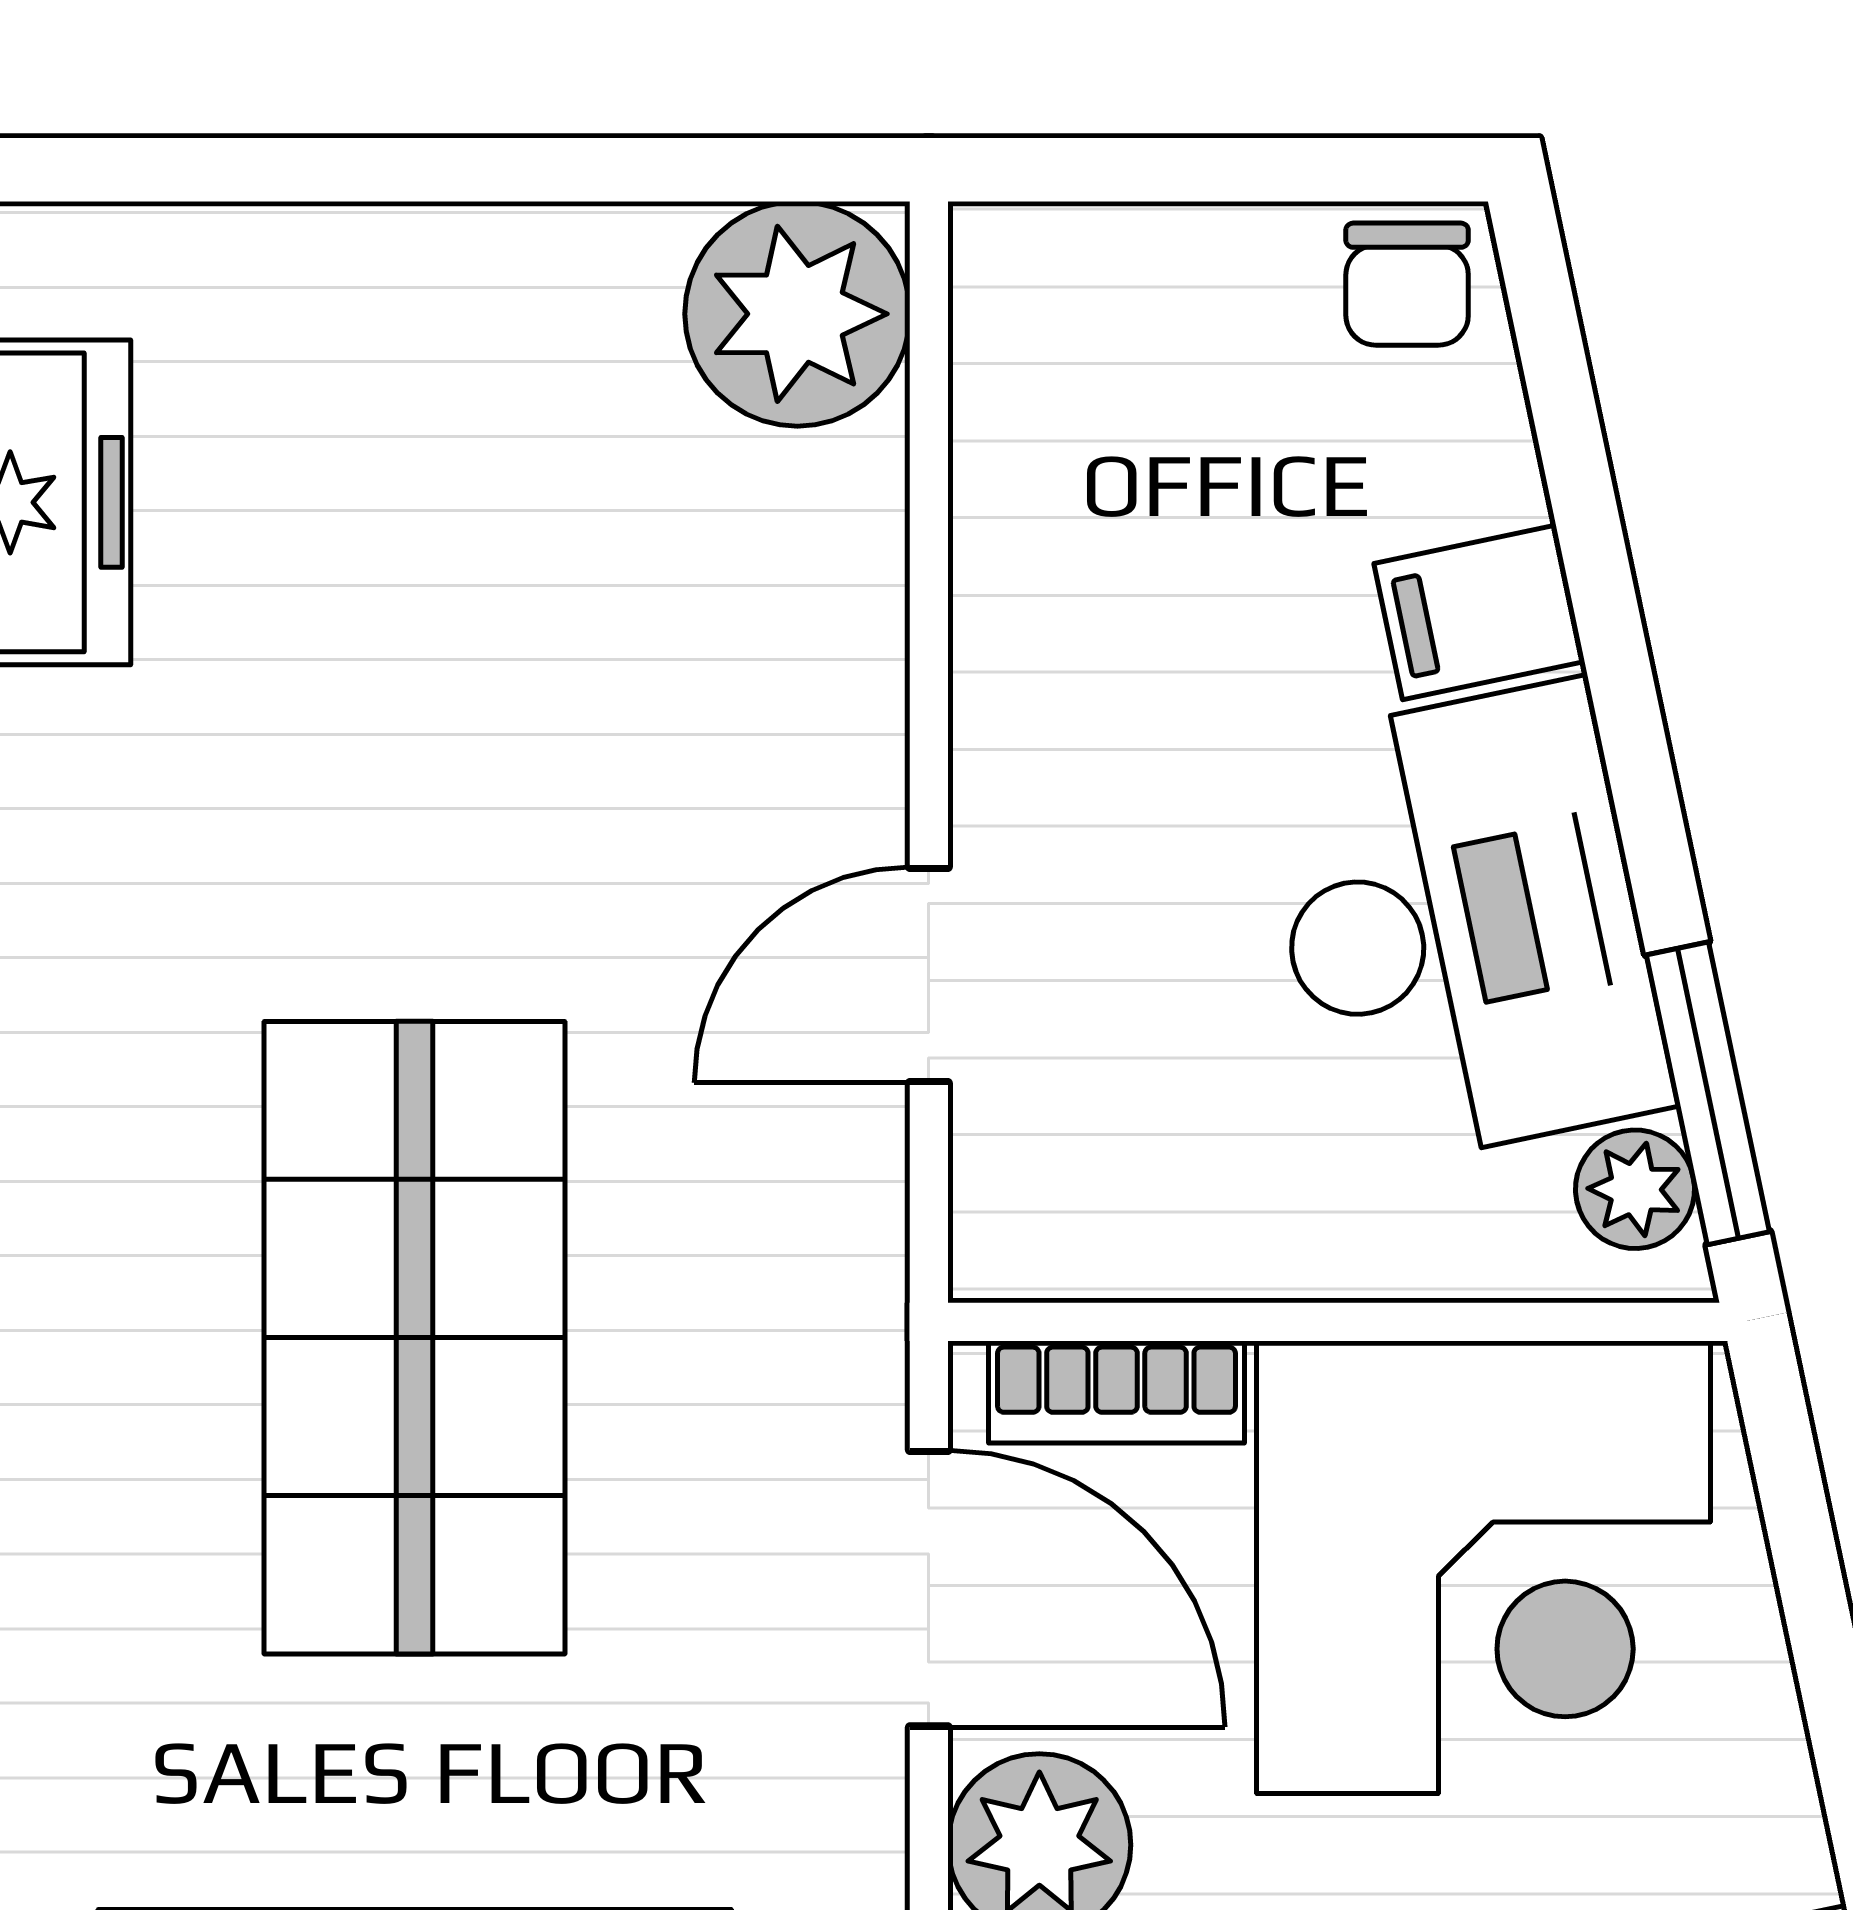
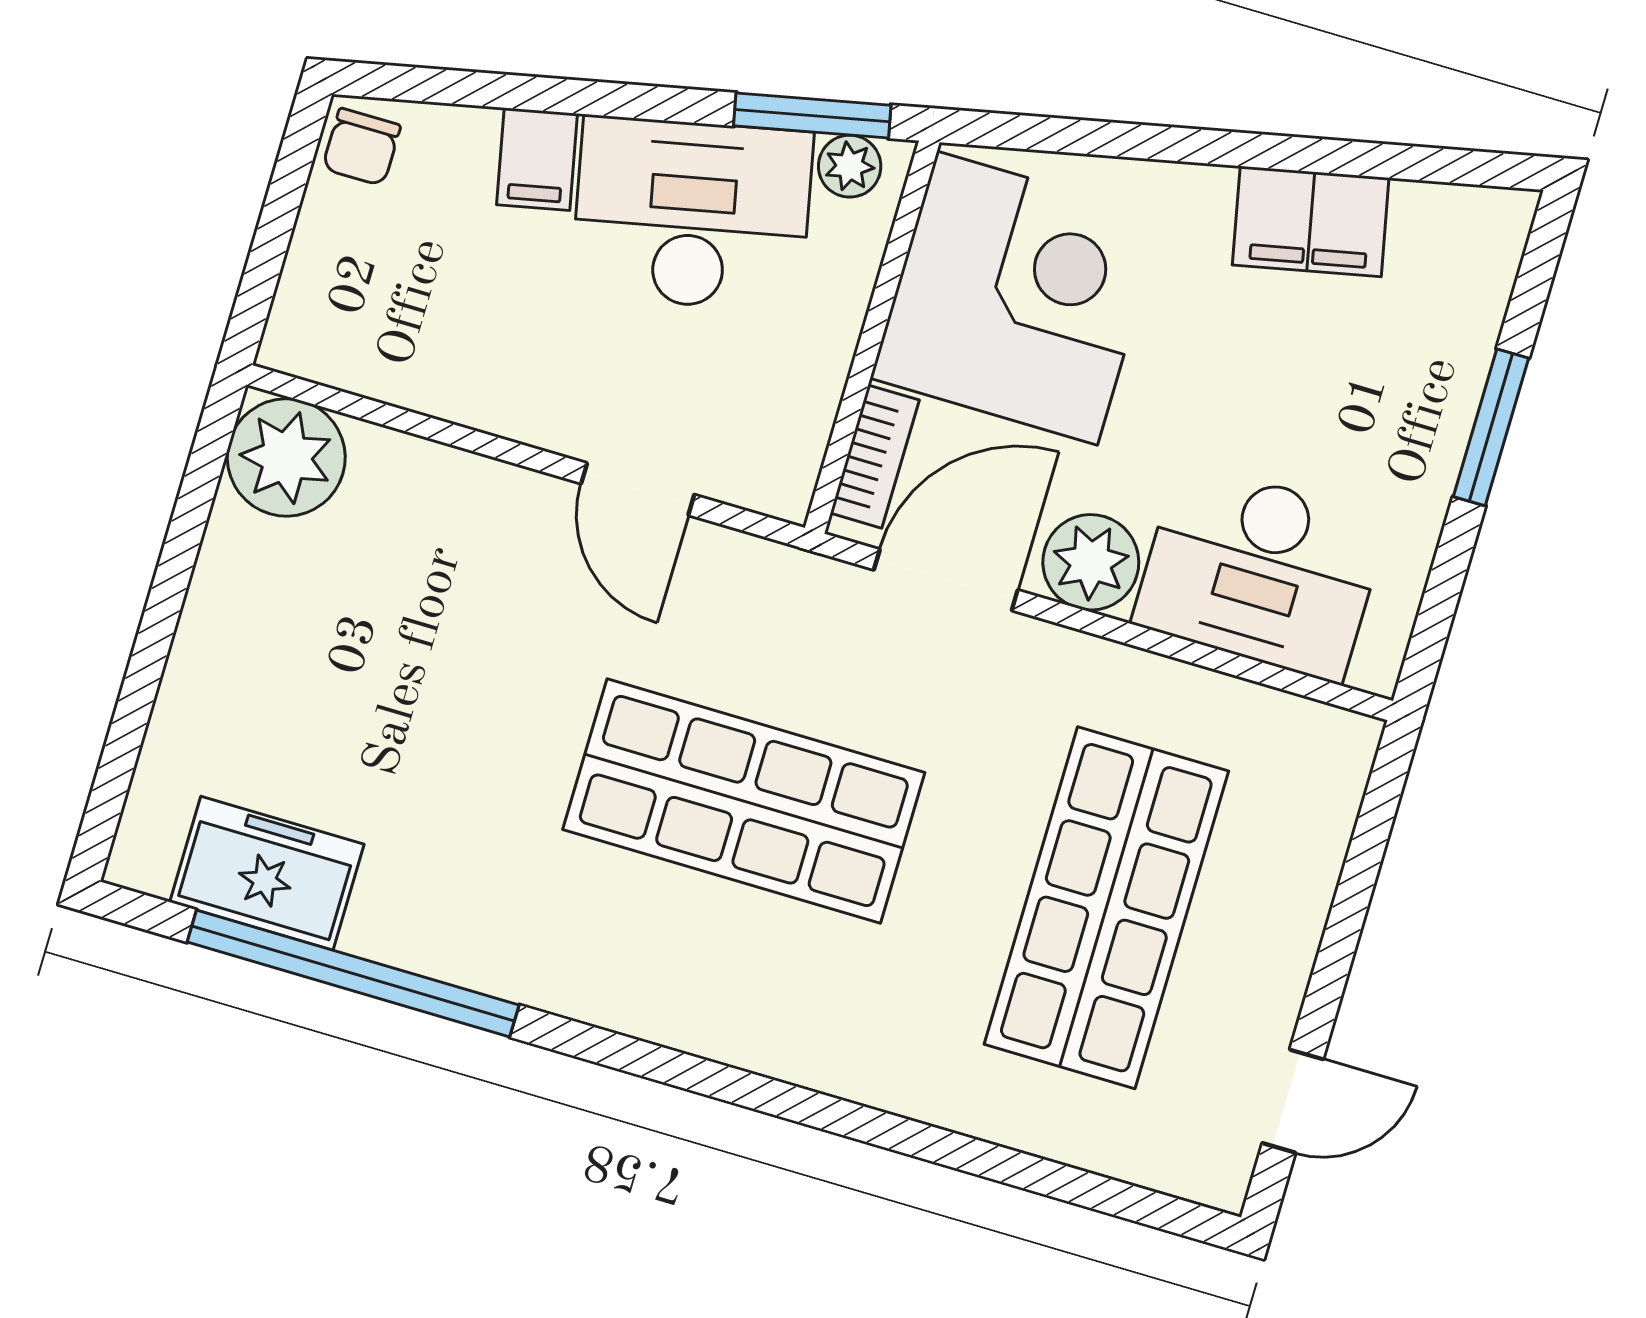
chair: (1407, 284) -> (361, 147), turned 90

